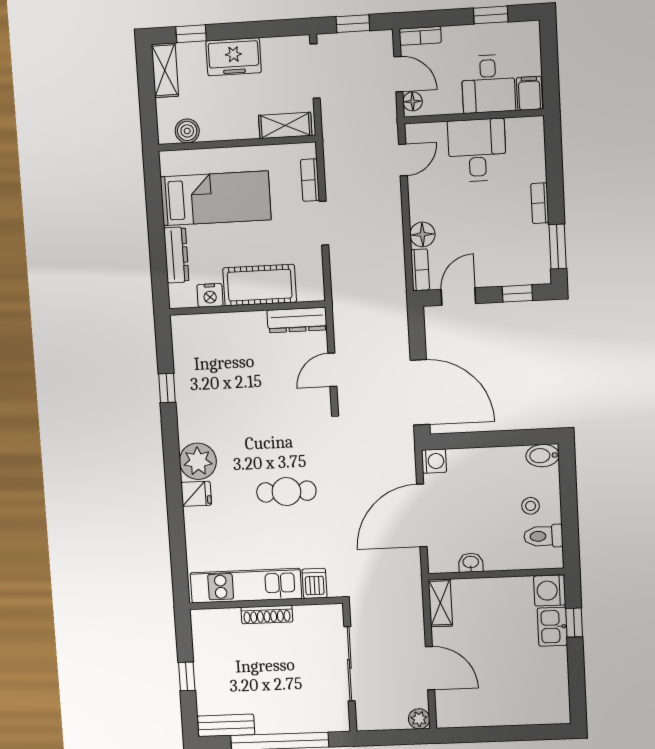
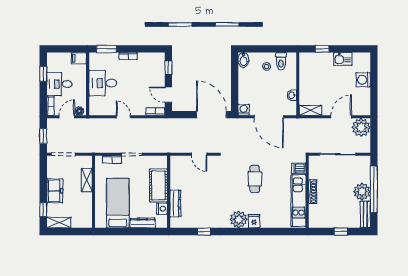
desk: (488, 84) -> (59, 84), moved, turned 180
shelving: (285, 125) -> (87, 180), moved
boiler: (187, 131) -> (87, 214), removed
door: (403, 160) -> (123, 117), moved
floor lamp: (422, 234) -> (139, 110), removed
window: (558, 247) -> (106, 49), moved
dresser: (297, 320) -> (175, 203), moved
door: (420, 392) -> (211, 115), hinge flipped
washing machine: (550, 591) -> (363, 80), moved, turned 90
kitchen sink: (552, 627) -> (343, 59), moved
plant: (273, 717) -> (362, 192), added
plant: (419, 719) -> (361, 127), width x1.88, depth x1.88

